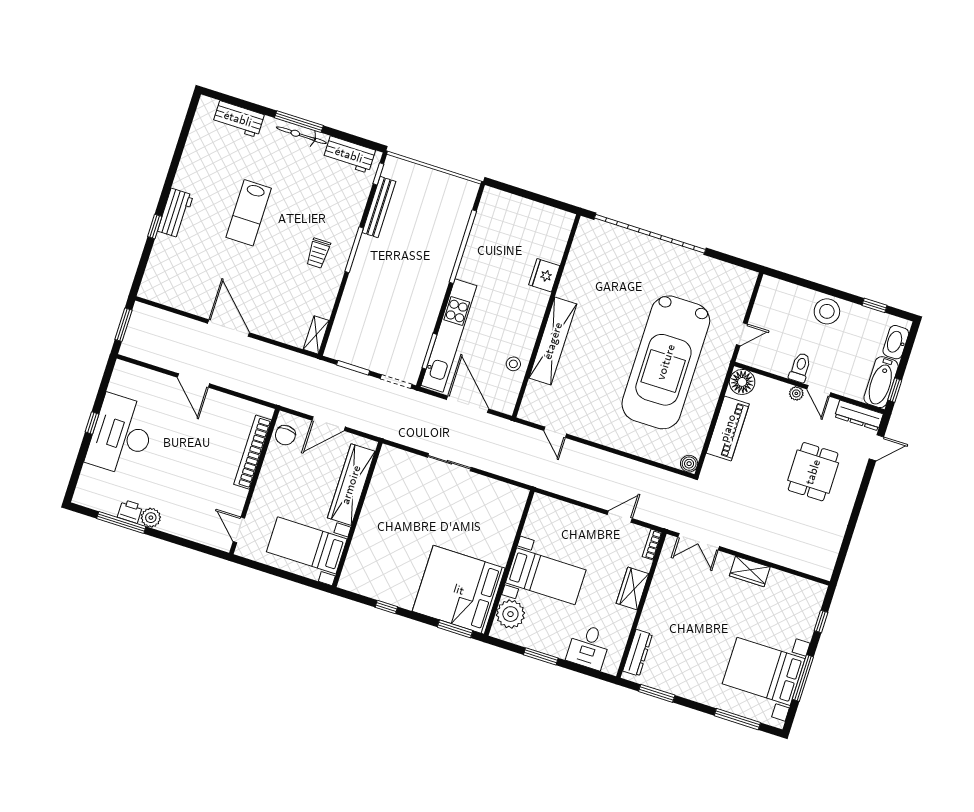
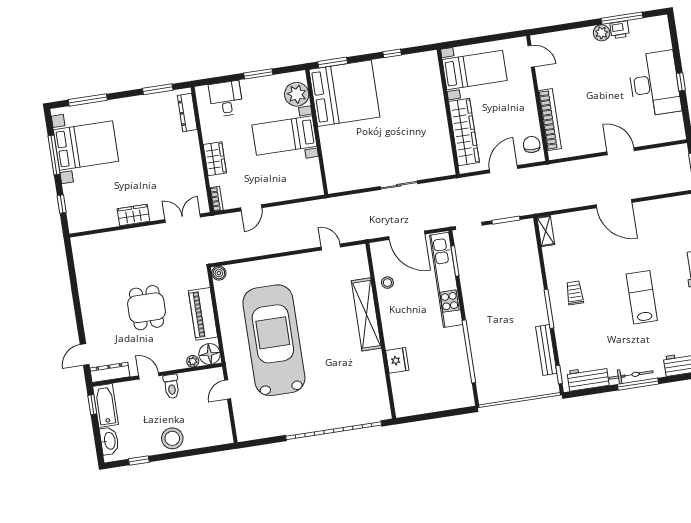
plant: (796, 393) -> (193, 361), moved
dining table: (813, 472) -> (146, 308), moved

